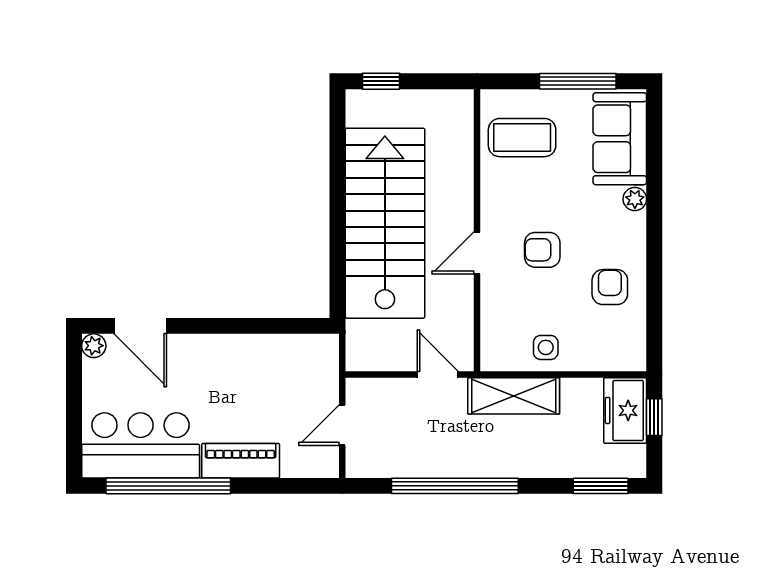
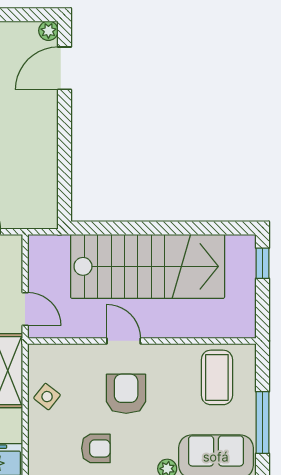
armchair: (542, 250) -> (126, 394), width x1.38, depth x1.38
side table: (546, 347) -> (47, 397), turned 38
door: (438, 374) -> (25, 309), hinge flipped

